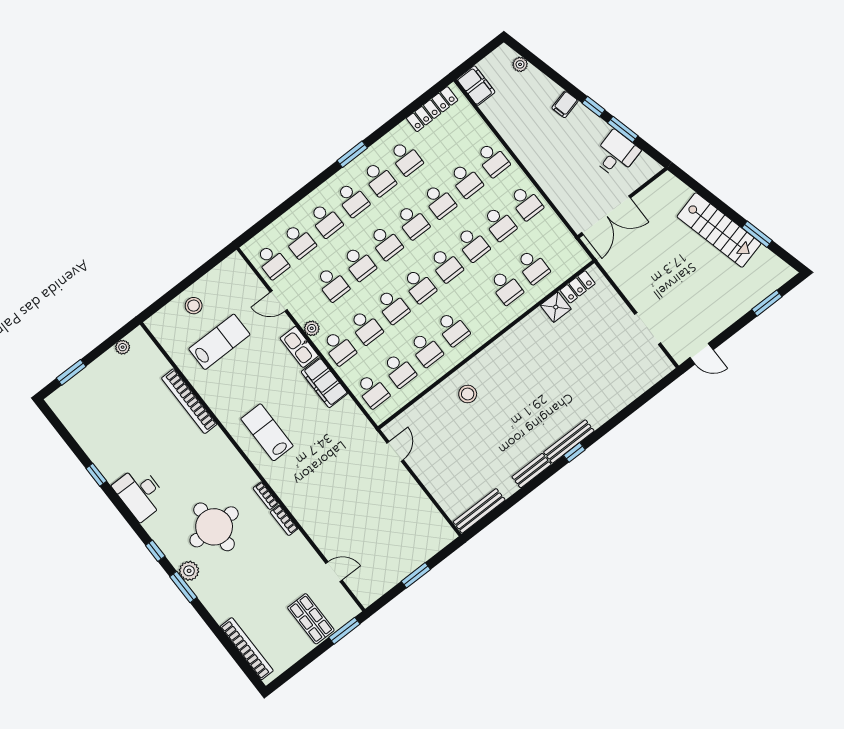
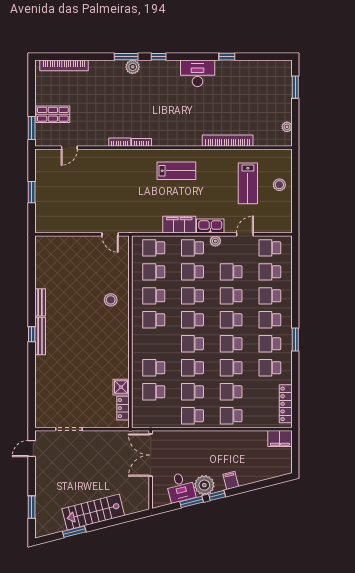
plant: (520, 64) -> (204, 485), moved, width x1.88, depth x1.88
bench: (479, 511) -> (40, 256), removed
round table: (214, 527) -> (146, 100), removed

